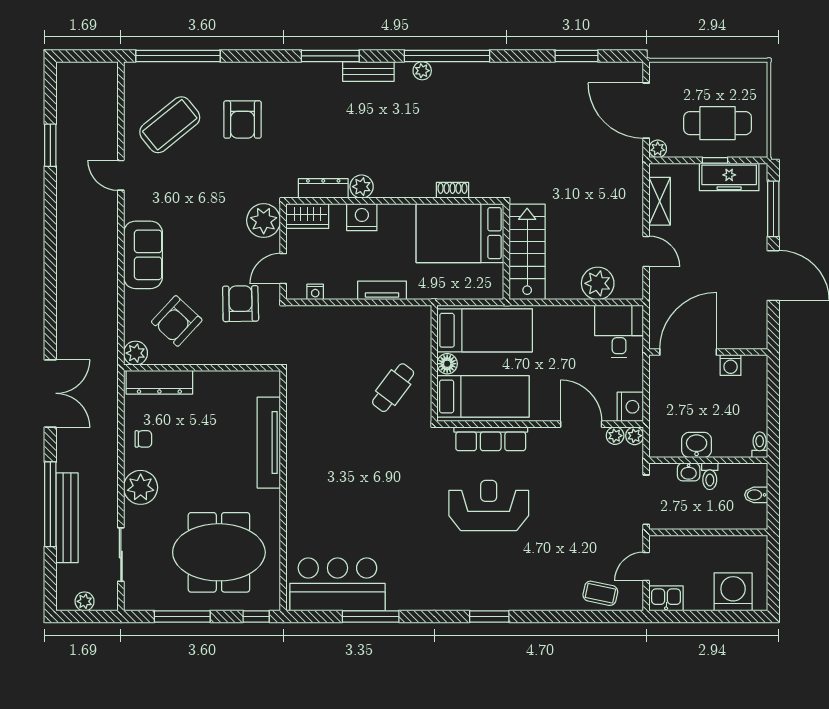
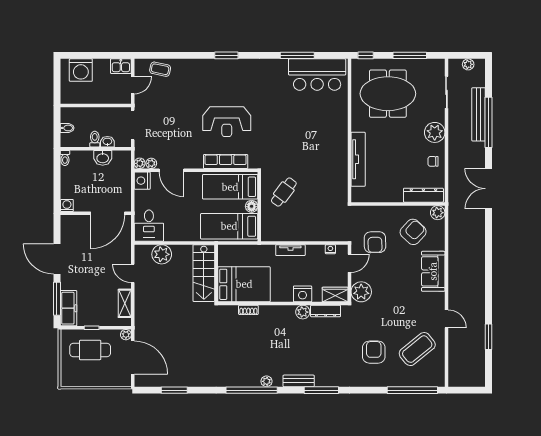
freezer: (729, 177) -> (69, 308), moved, turned 90
washing machine: (731, 365) -> (67, 205), moved

